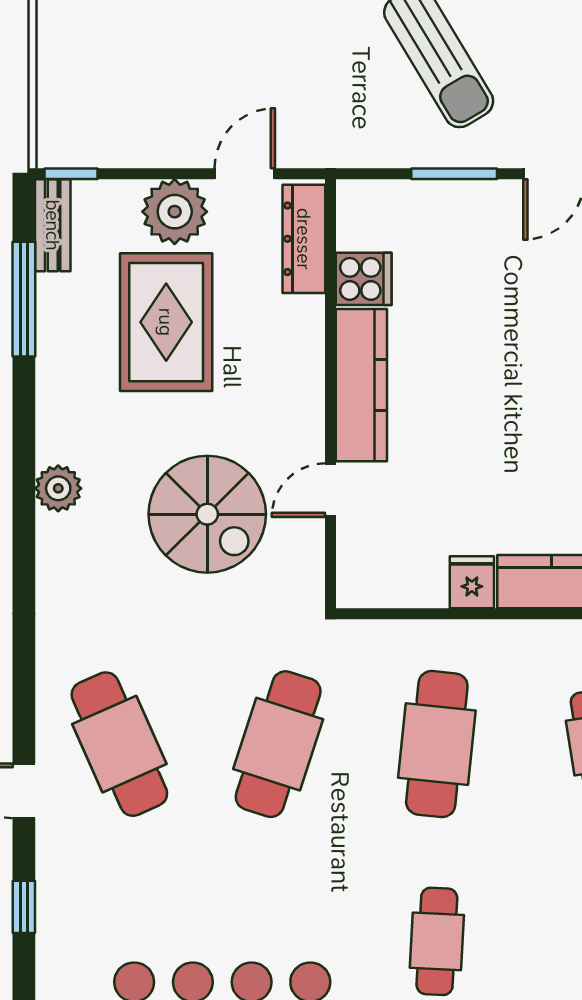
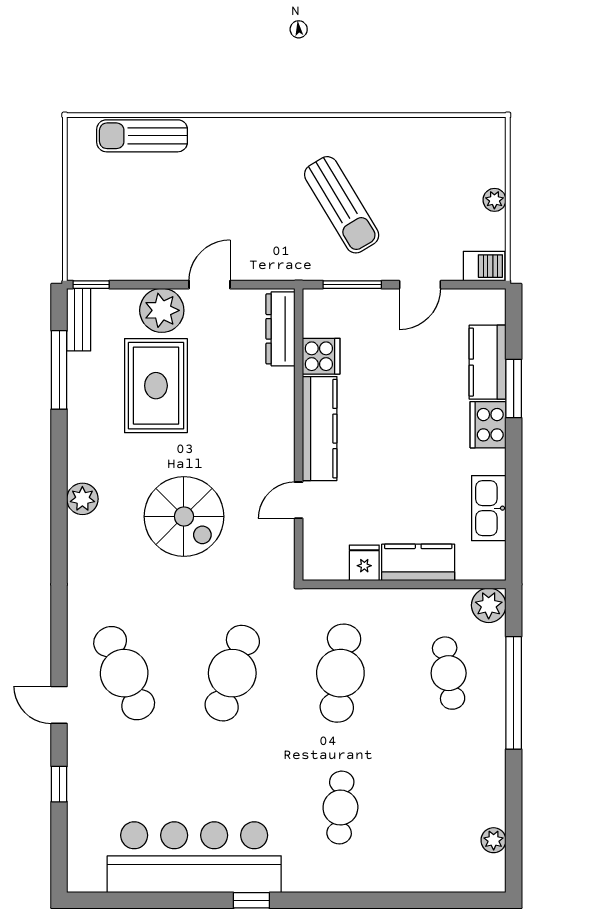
dresser: (304, 239) -> (280, 329), moved
cooker: (364, 279) -> (321, 356), moved
kitchen counter: (361, 385) -> (320, 429), moved
wall: (331, 394) -> (299, 434), moved
door: (331, 490) -> (299, 500), moved

